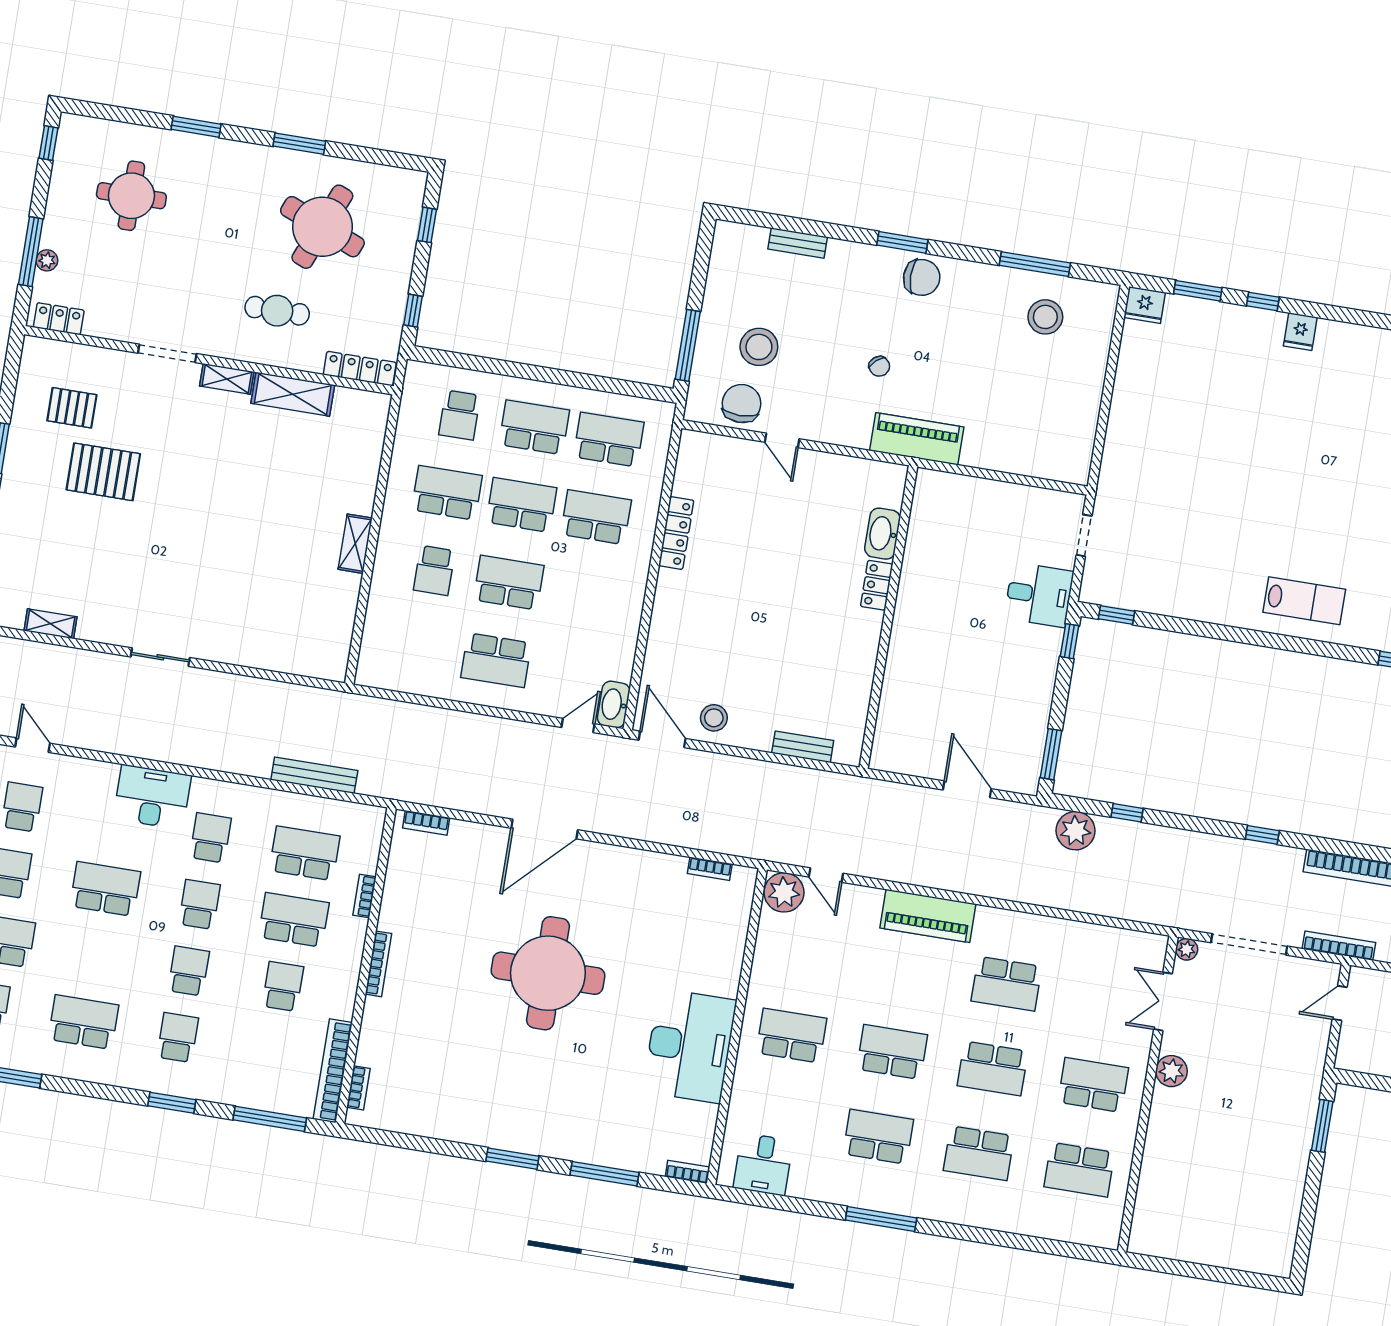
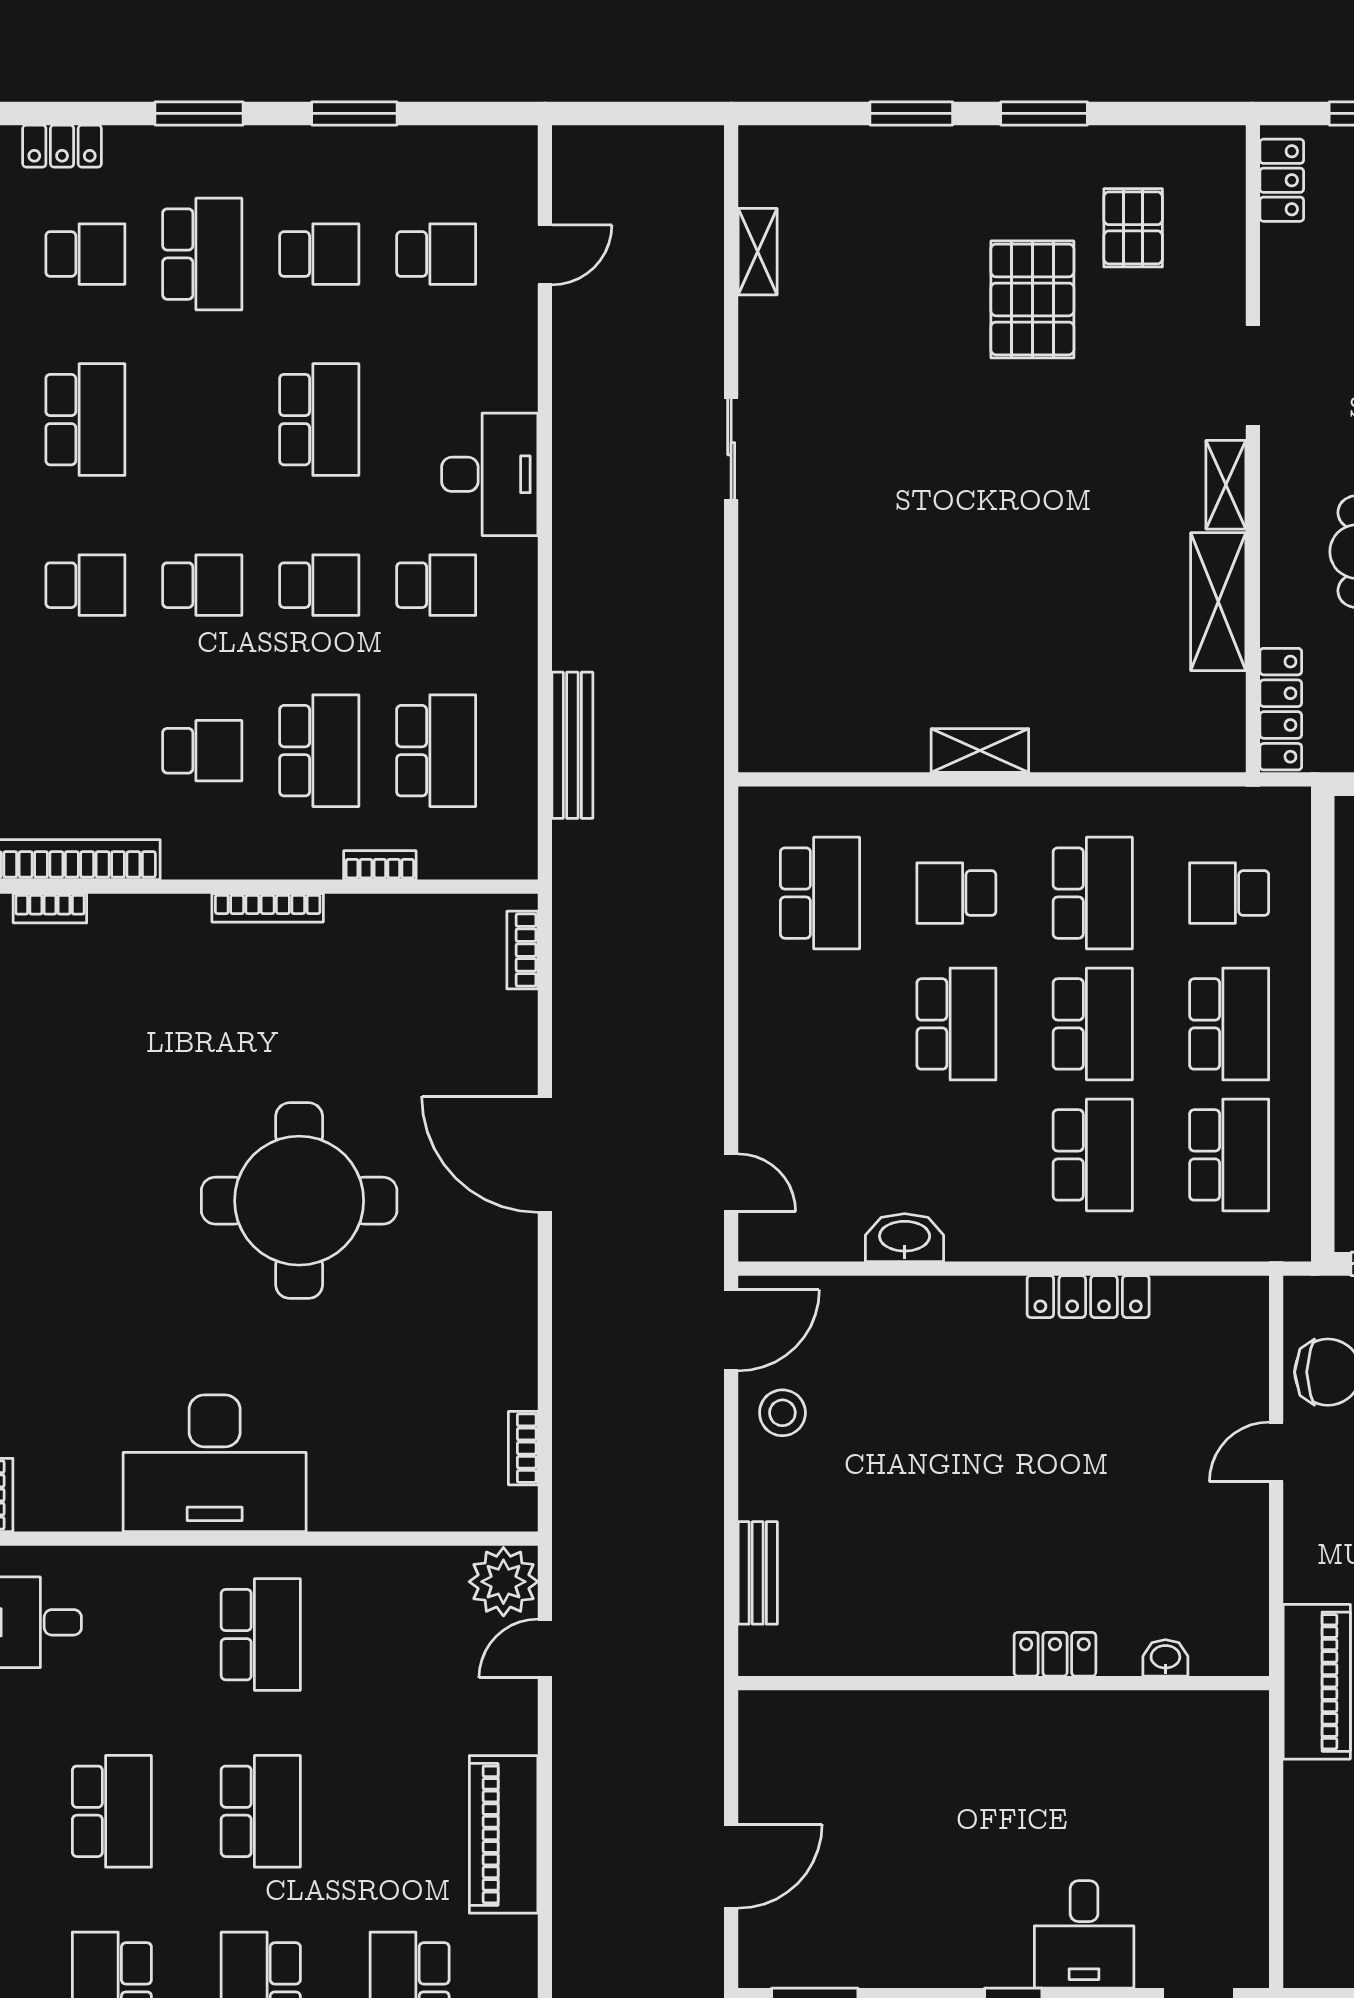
washbasin: (883, 534) -> (1165, 1658), width x0.52, depth x0.69
school desk: (496, 660) -> (820, 893), moved, turned 180
washbasin: (614, 704) -> (905, 1238), moved

